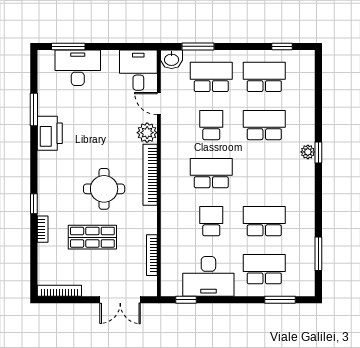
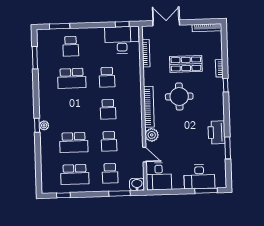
school desk: (211, 77) -> (110, 173), width x0.54
school desk: (211, 173) -> (108, 109), width x0.54
school desk: (264, 269) -> (71, 46), width x0.54
desk: (208, 276) -> (122, 40), moved

